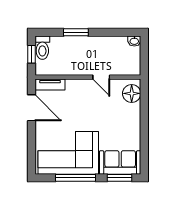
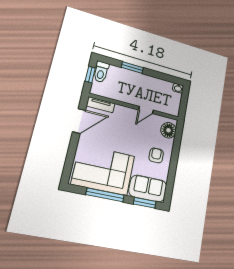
door: (101, 77) -> (146, 110), hinge flipped
door: (32, 108) -> (79, 121), hinge flipped
armchair: (123, 125) -> (156, 155), added

